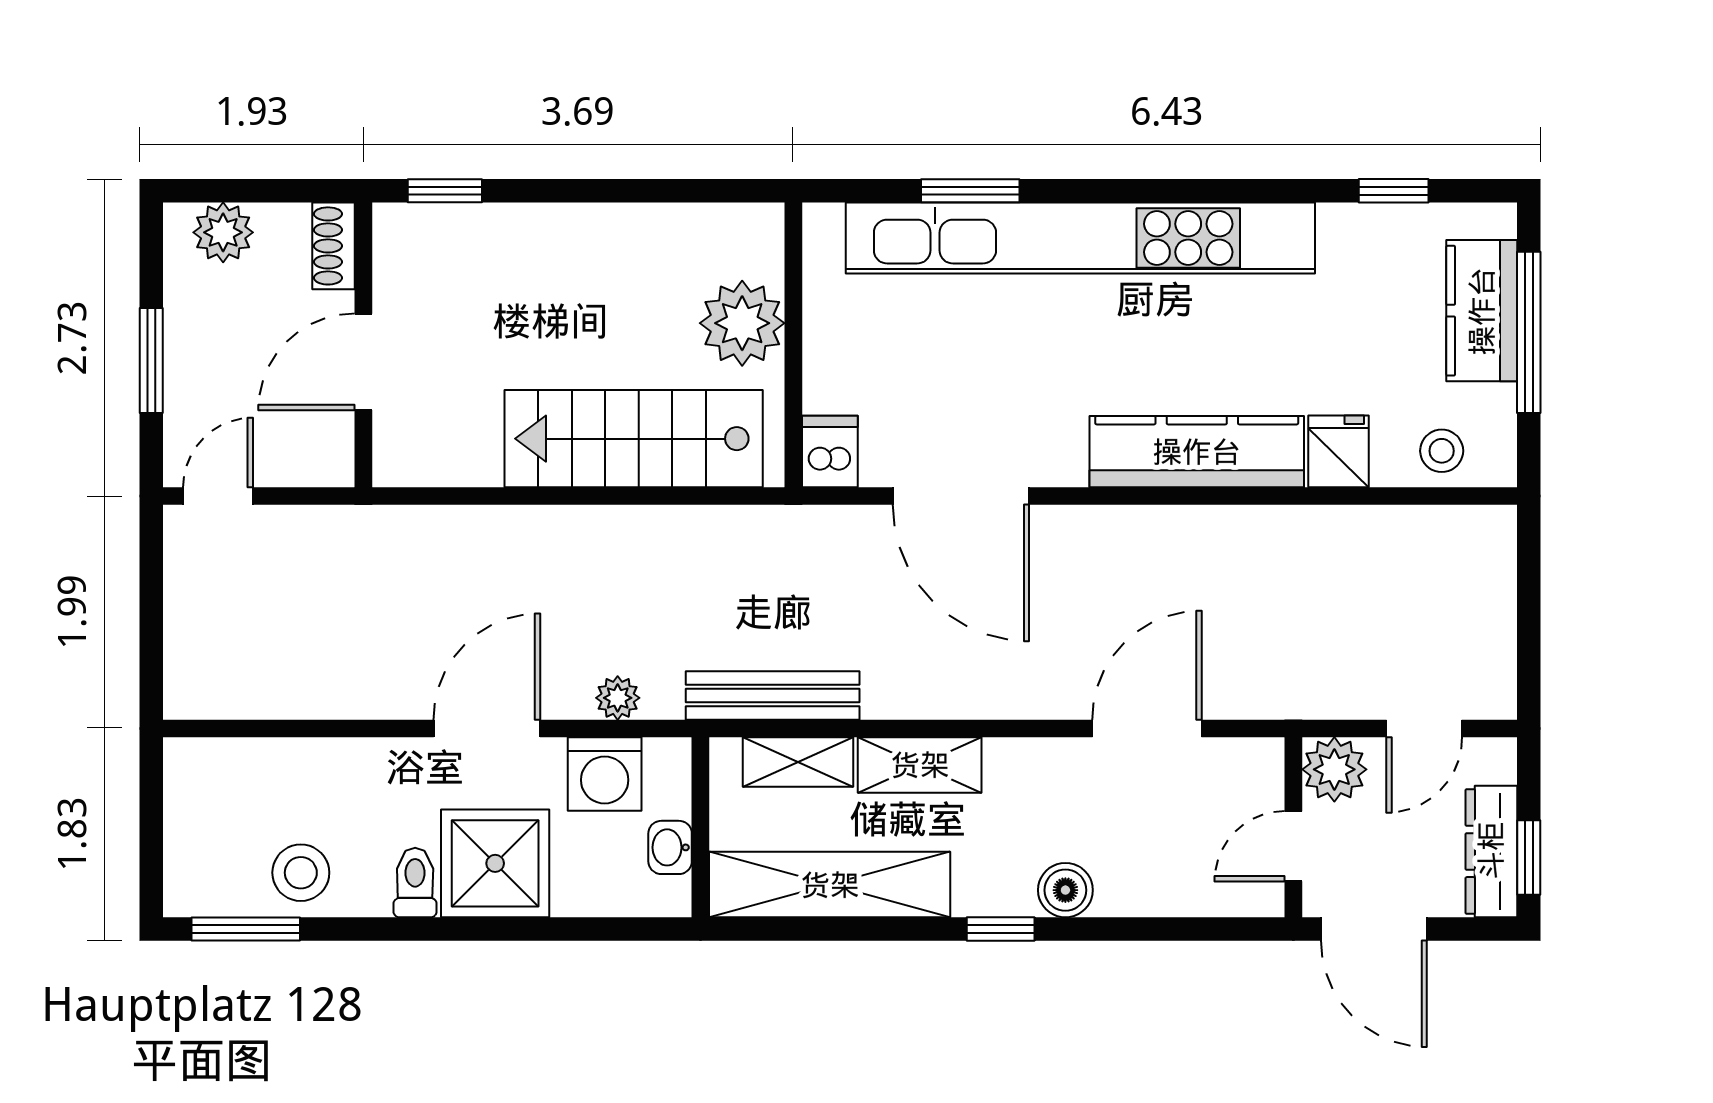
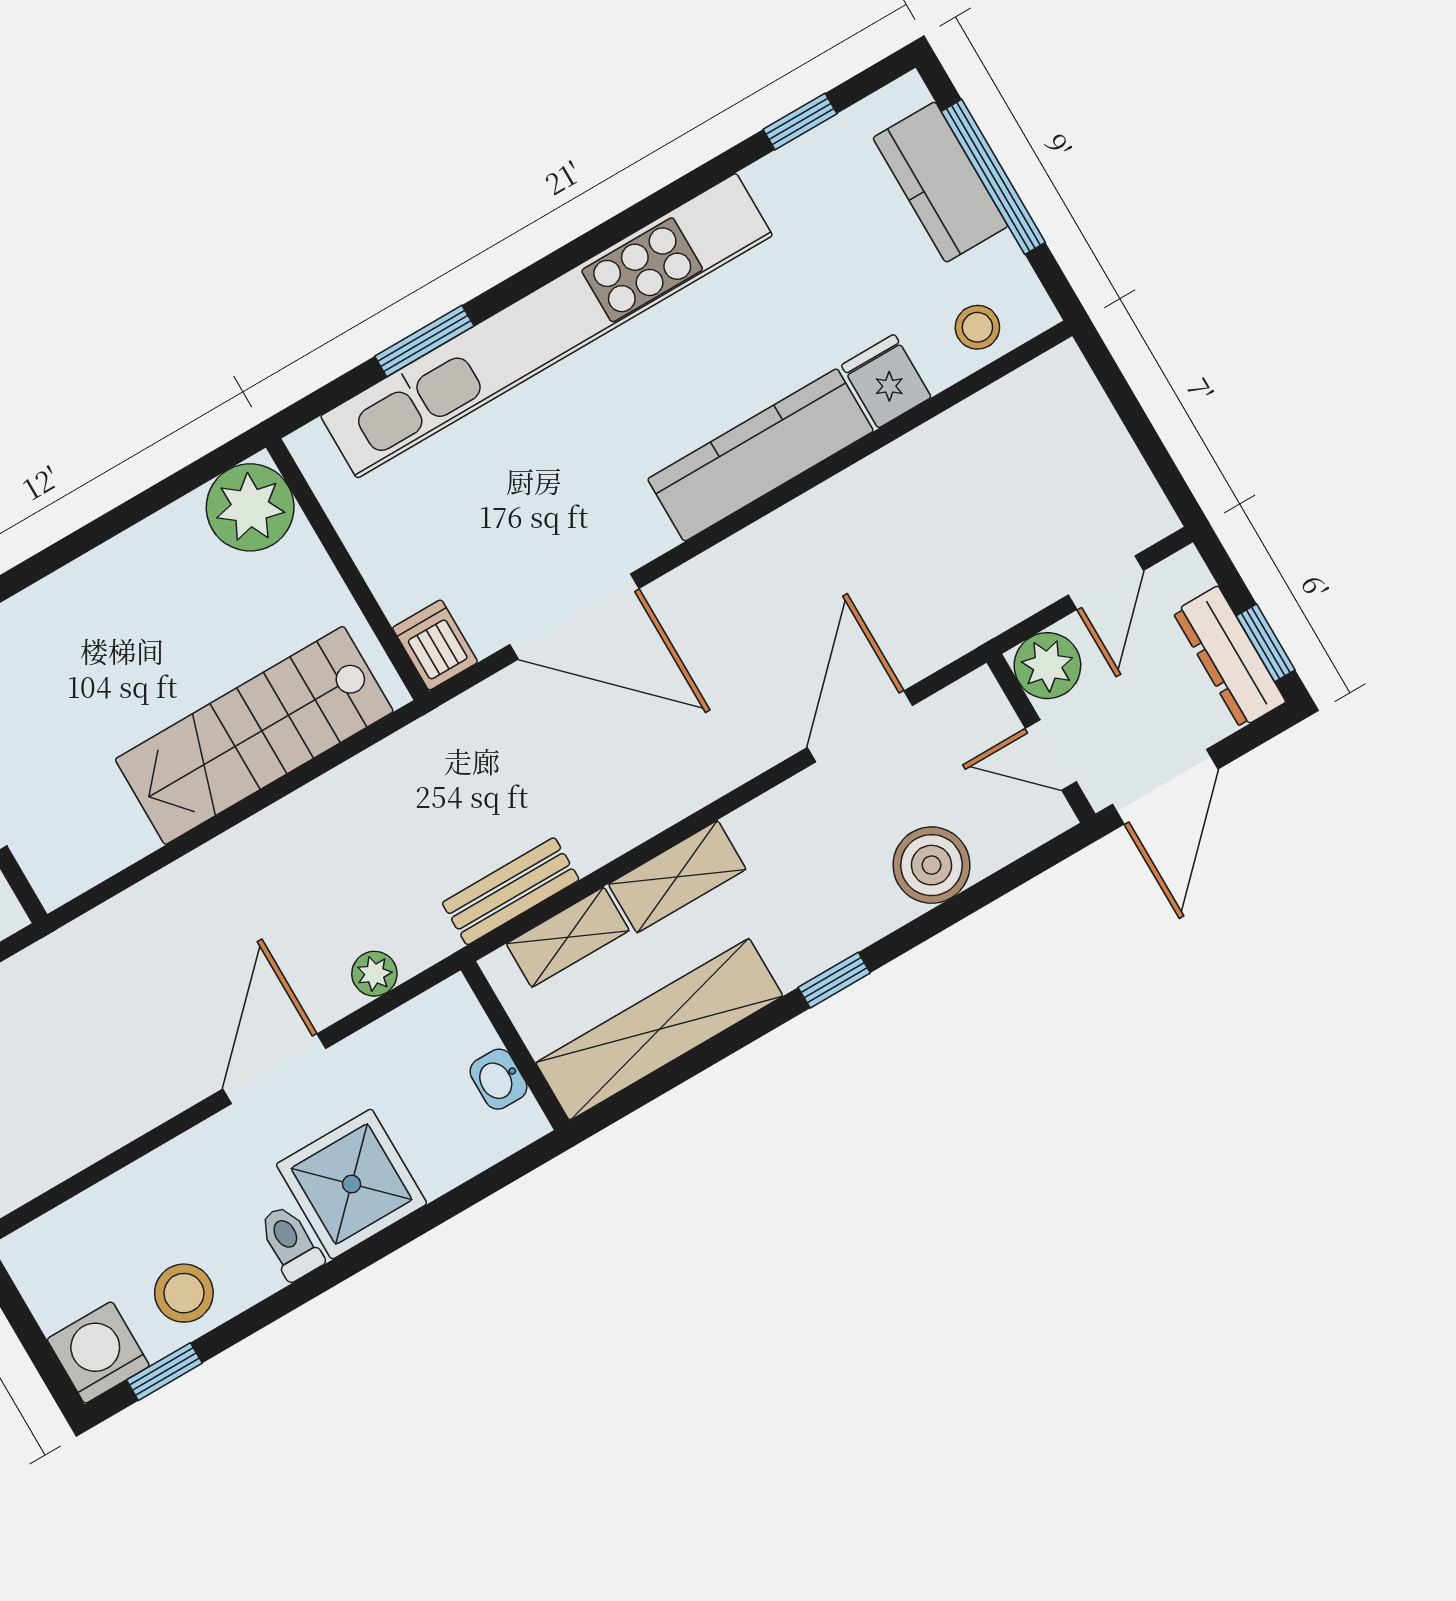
plant: (742, 323) -> (250, 507), moved
bench: (773, 696) -> (511, 891), width x0.73
washing machine: (605, 774) -> (98, 1353), moved, turned 180
door: (1293, 846) -> (1051, 755), hinge flipped
boiler: (1065, 890) -> (931, 865), moved, width x1.36, depth x1.36
window: (246, 929) -> (164, 1372), width x0.67
door: (1374, 929) -> (1165, 787), hinge flipped

